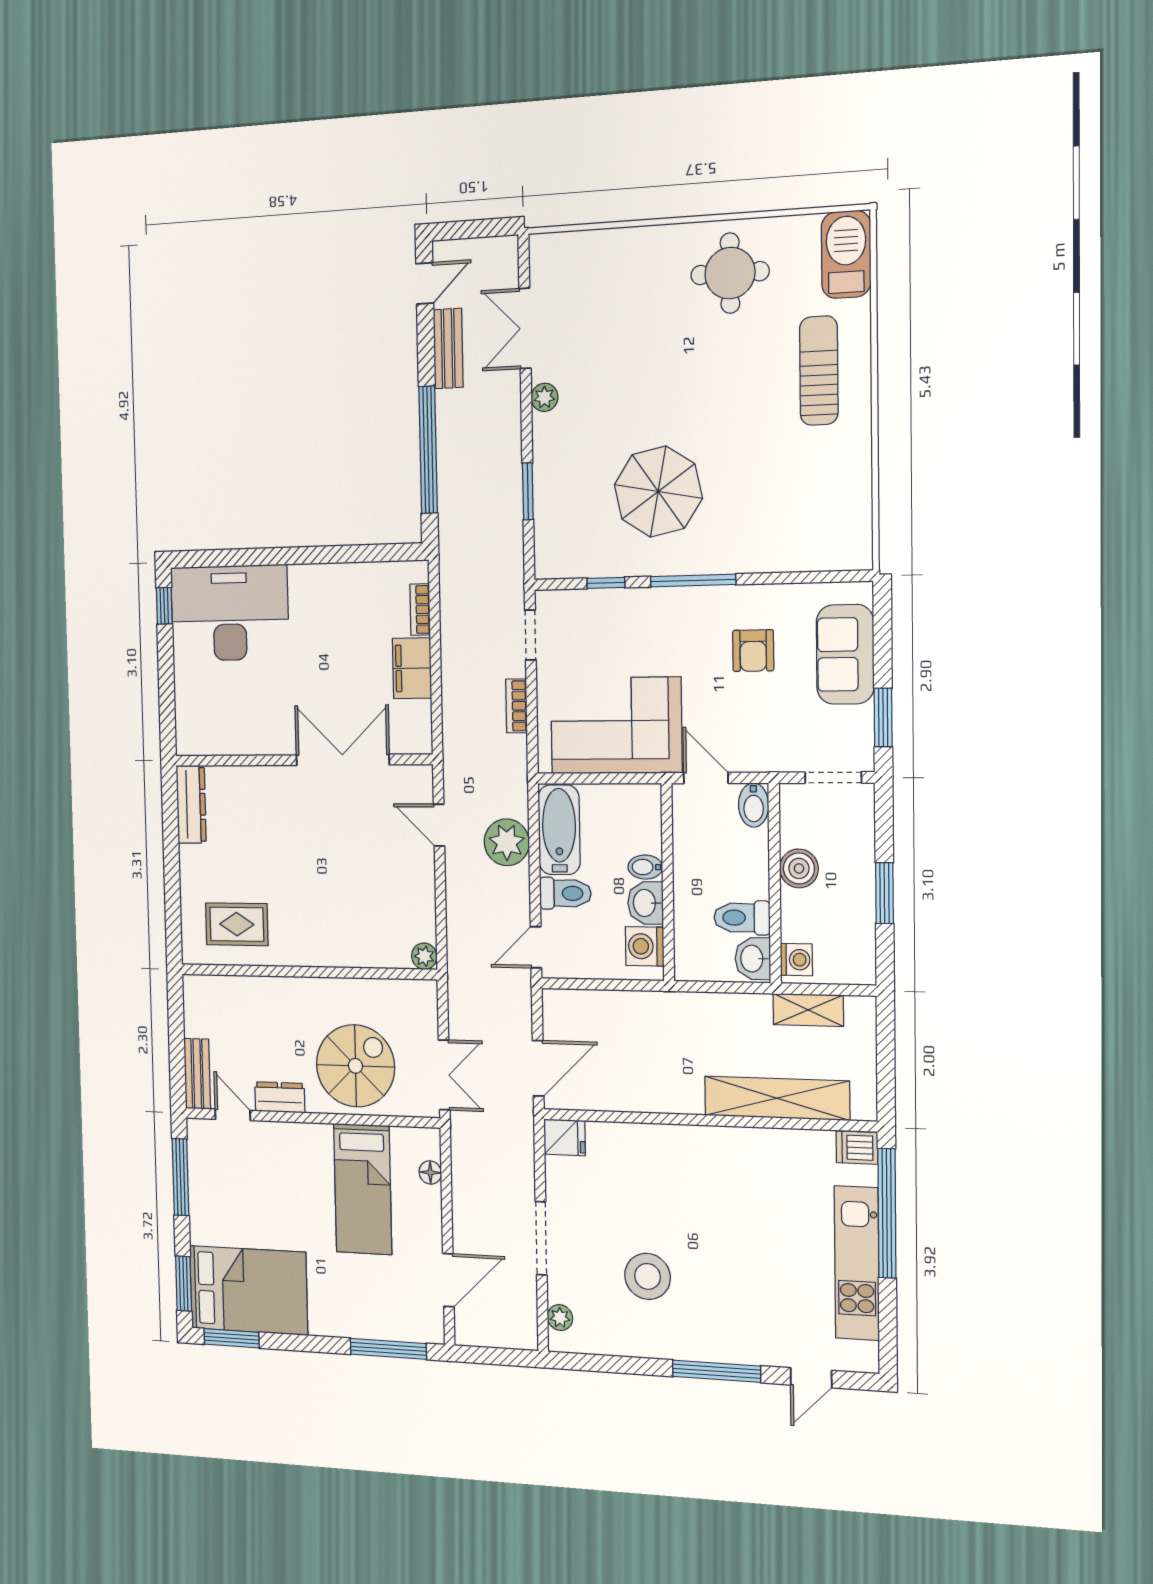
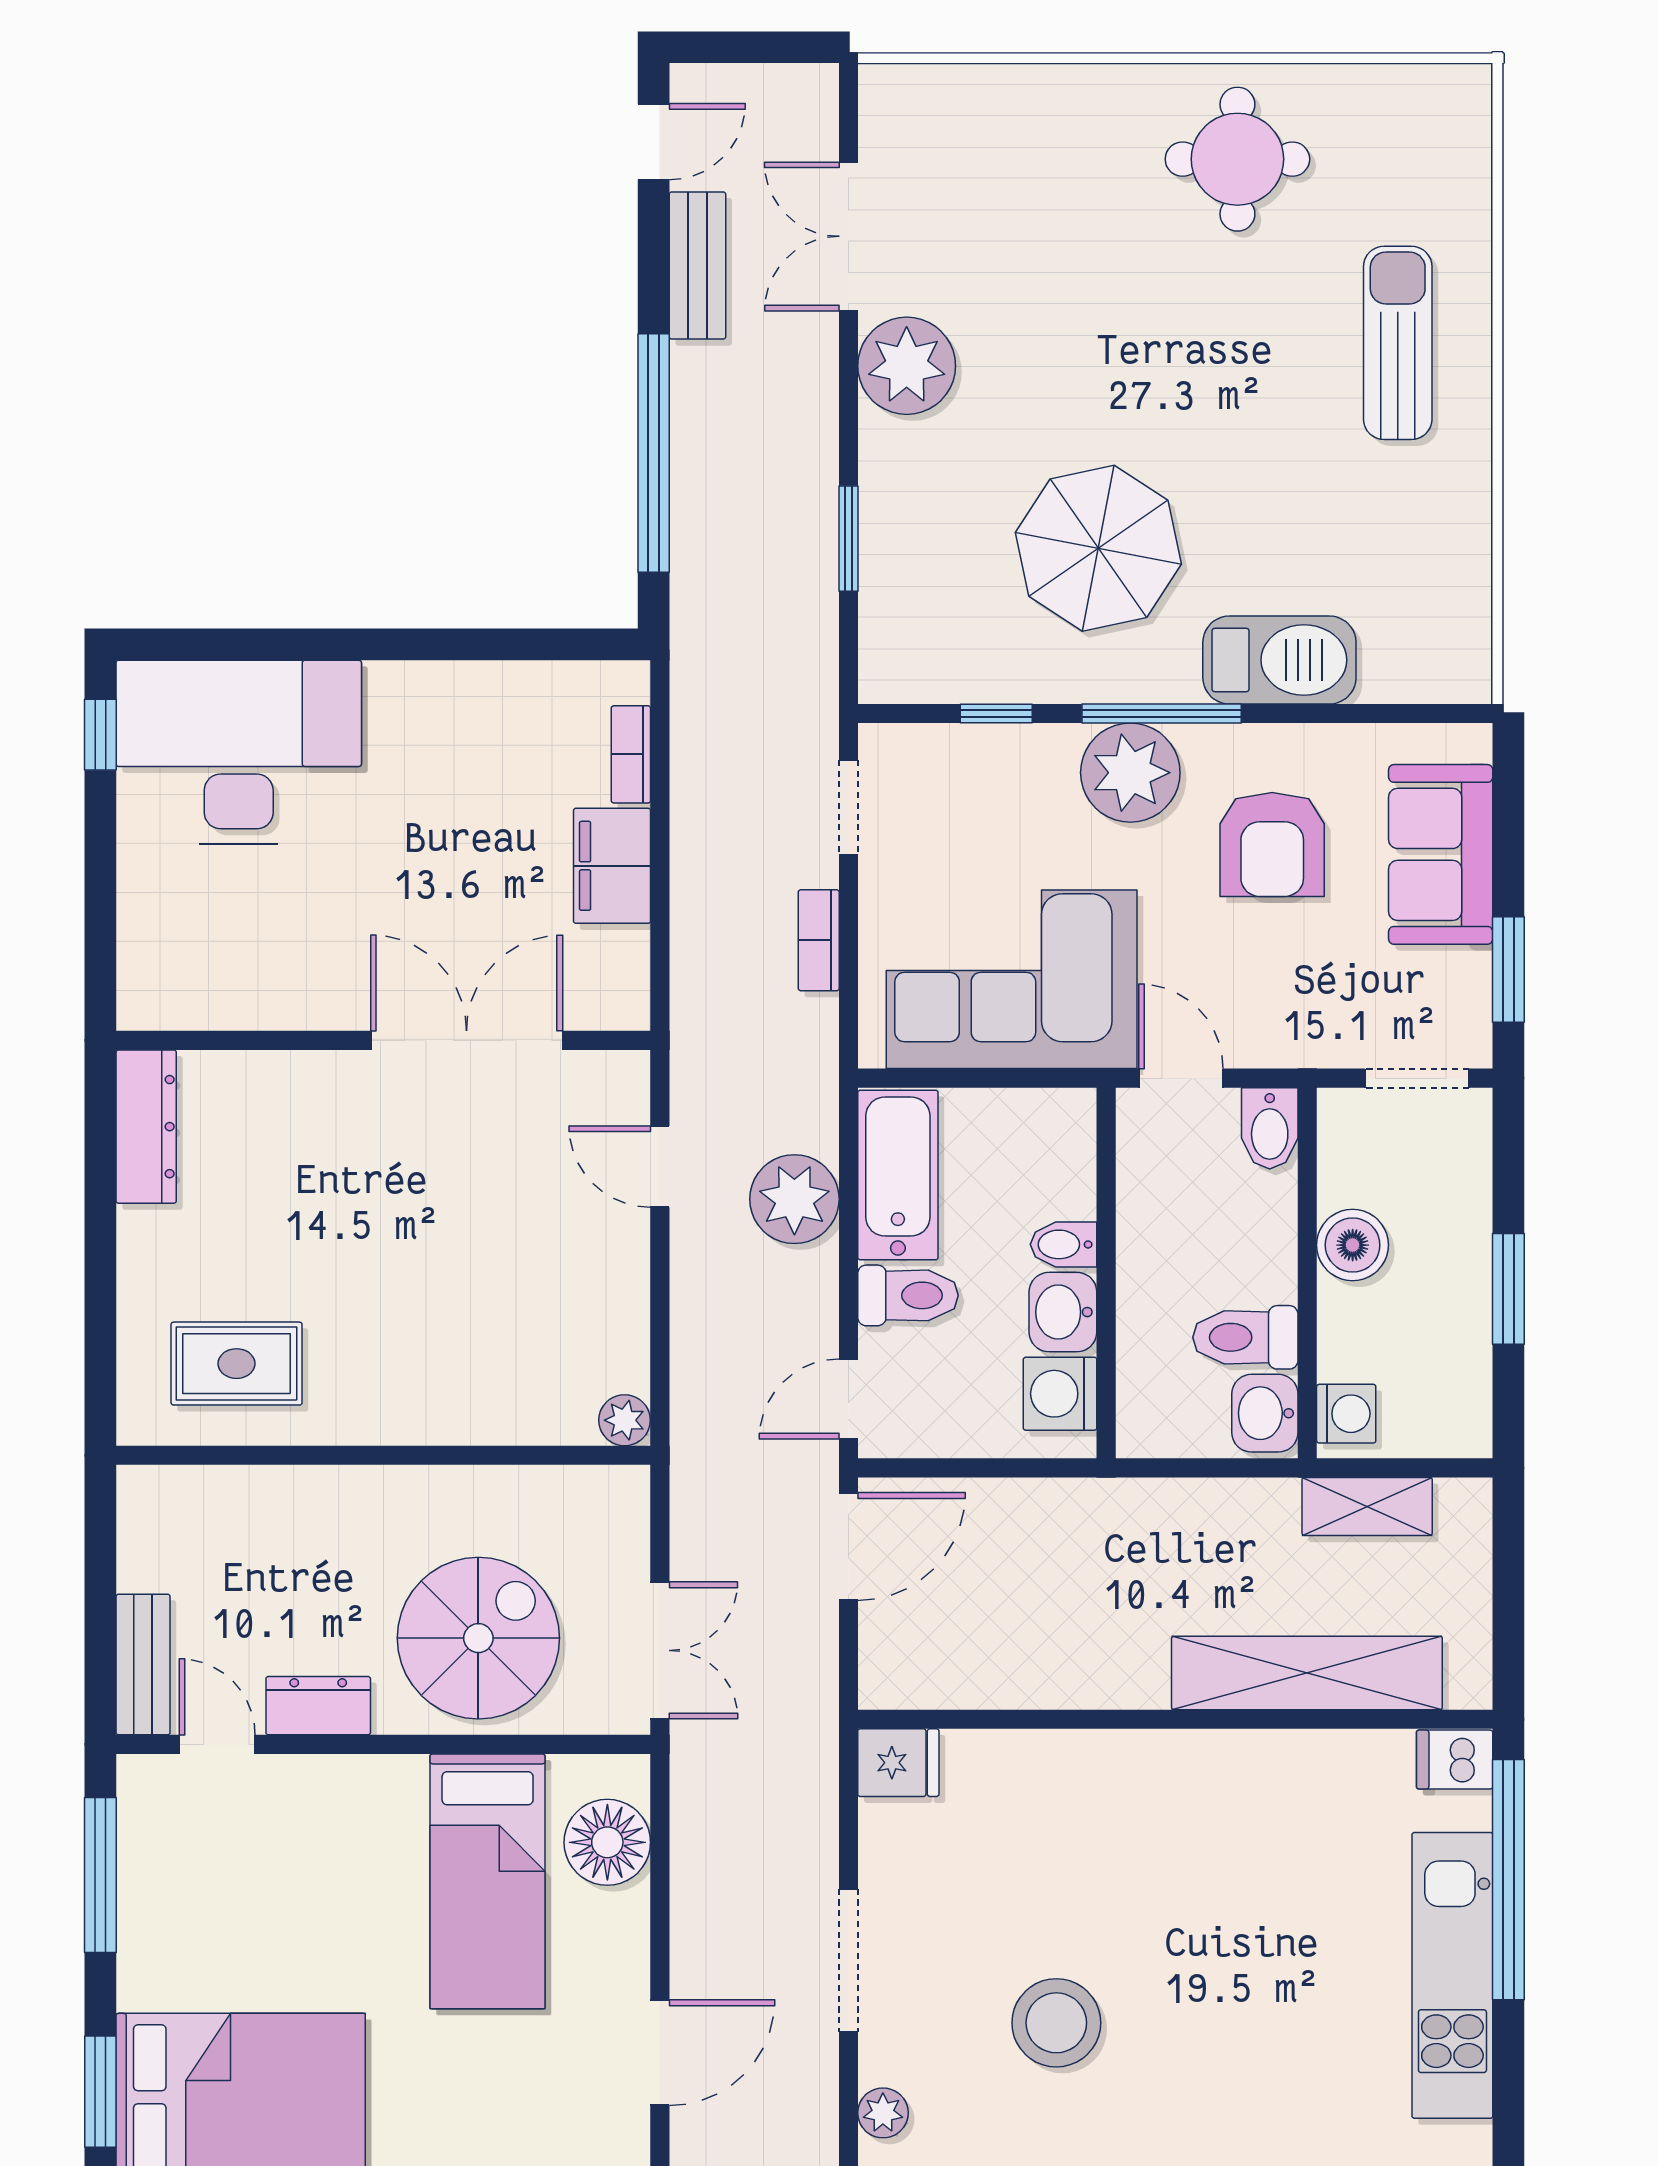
barbecue: (846, 254) -> (1279, 660), moved, turned 90
plant: (544, 397) -> (907, 366), width x1.87, depth x1.87
plant: (677, 613) -> (1130, 773), added
armchair: (753, 651) -> (1272, 844), width x1.38, depth x1.38
door: (538, 1068) -> (848, 1547), moved
floor lamp: (430, 1172) -> (607, 1842), width x1.89, depth x1.89

